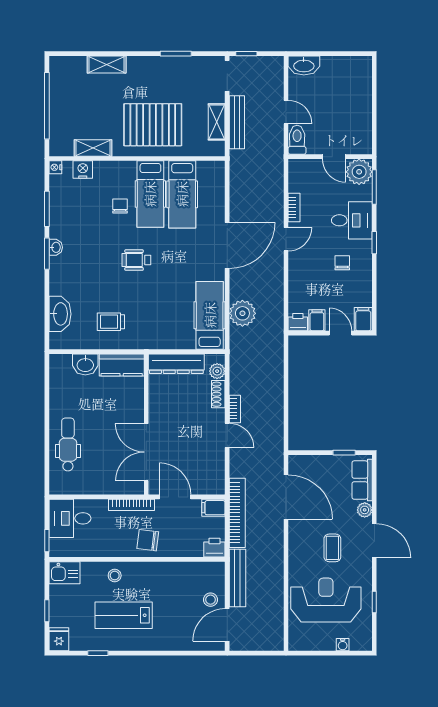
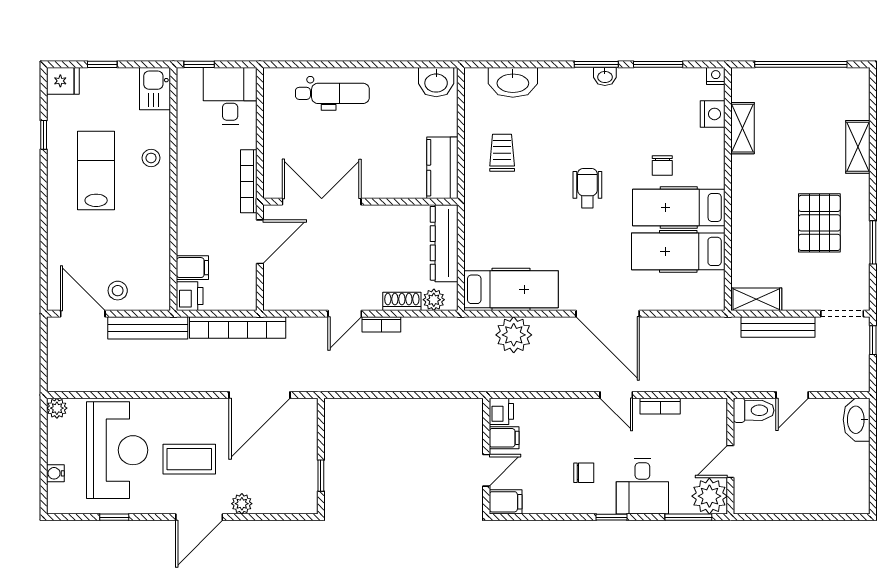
shelving: (217, 122) -> (756, 299), moved
pallet: (153, 125) -> (819, 223), moved, width x0.73, depth x0.71
chair: (120, 206) -> (662, 165), turned 90
washbasin: (85, 364) -> (436, 82), moved, turned -90
row of seats: (362, 480) -> (283, 500), removed
filing cabinet: (213, 508) -> (192, 268), moved, turned 90
chair: (148, 540) -> (200, 204), removed
coffee table: (332, 548) -> (189, 459), width x1.36, depth x1.30
plant: (296, 644) -> (57, 408), added

